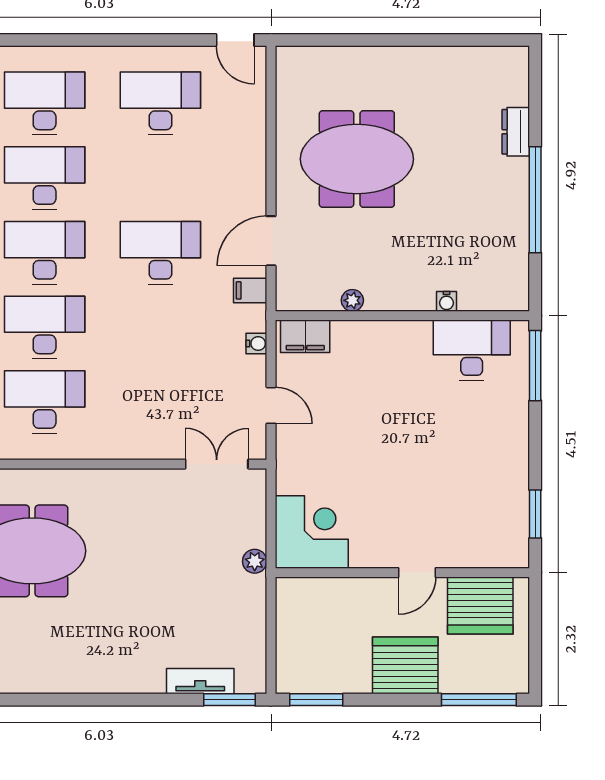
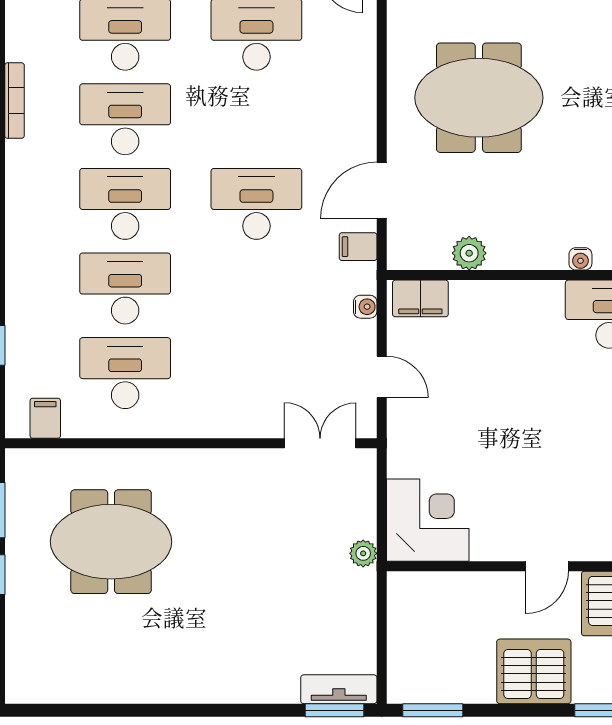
plant: (352, 300) -> (469, 253), width x1.38, depth x1.38
tv unit: (200, 681) -> (339, 689), moved

